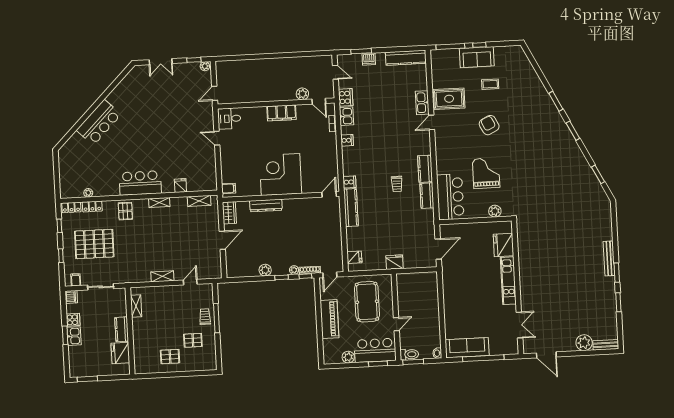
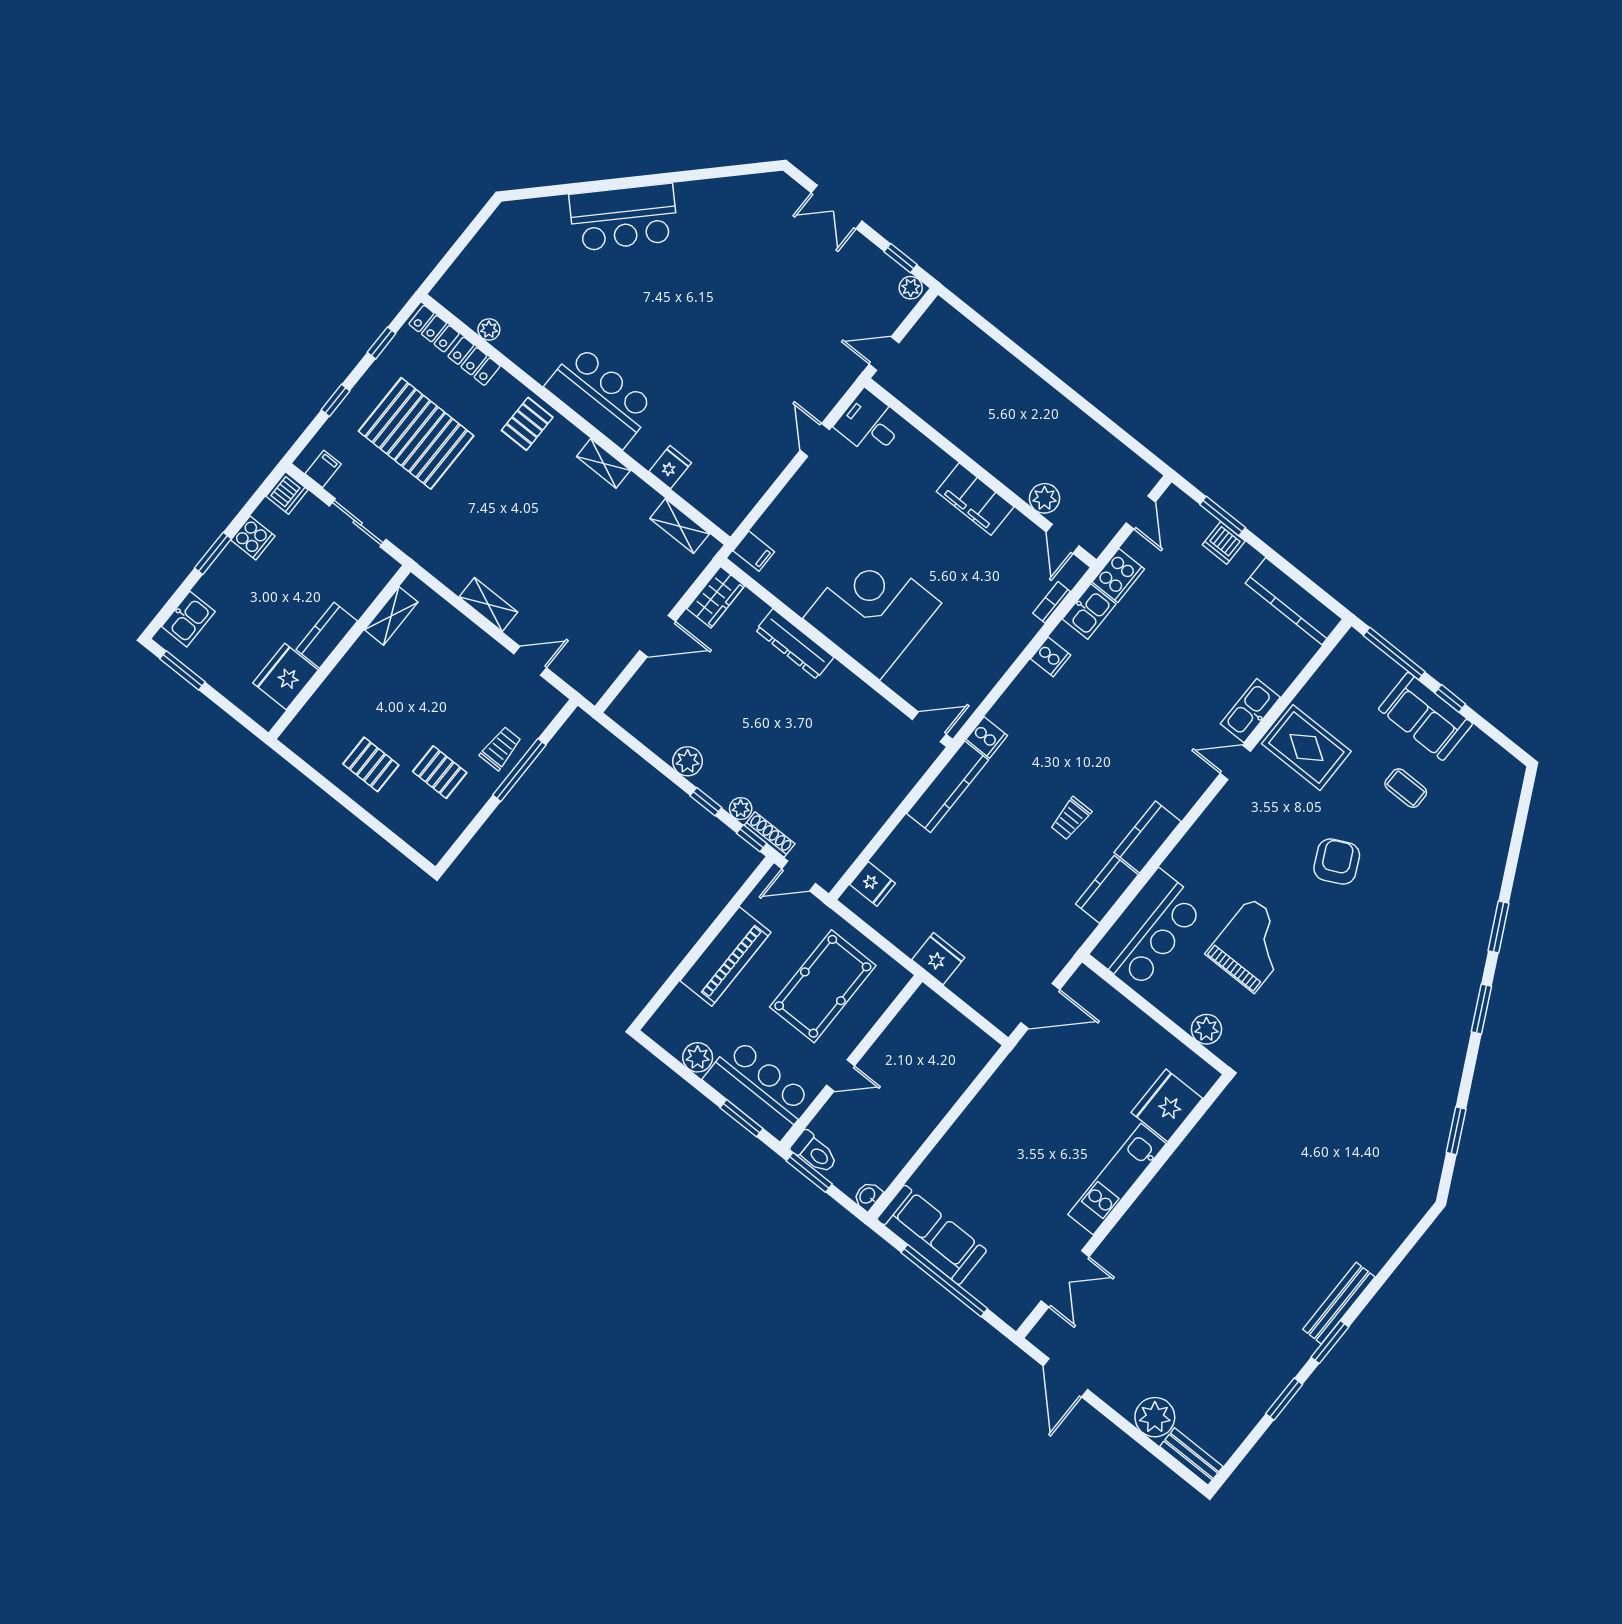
kitchen sink: (74, 336) -> (188, 619), moved

